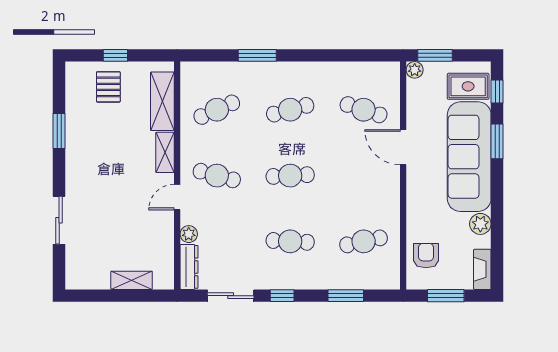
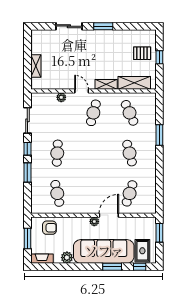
plant: (415, 70) -> (94, 221), moved
window: (59, 131) -> (103, 26), moved
cafe table: (290, 176) -> (93, 153), removed
dresser: (189, 267) -> (43, 98), removed
window: (346, 296) -> (27, 172), moved

